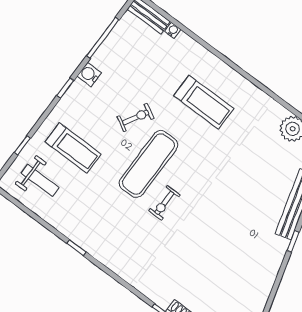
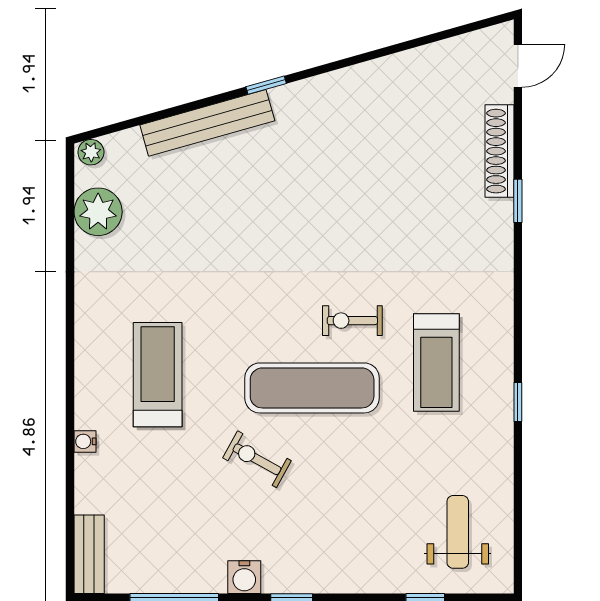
water cooler: (173, 30) -> (85, 441), moved
treadmill: (73, 148) -> (436, 363), moved, turned 180
exercise bike: (164, 203) -> (352, 321), turned 180

